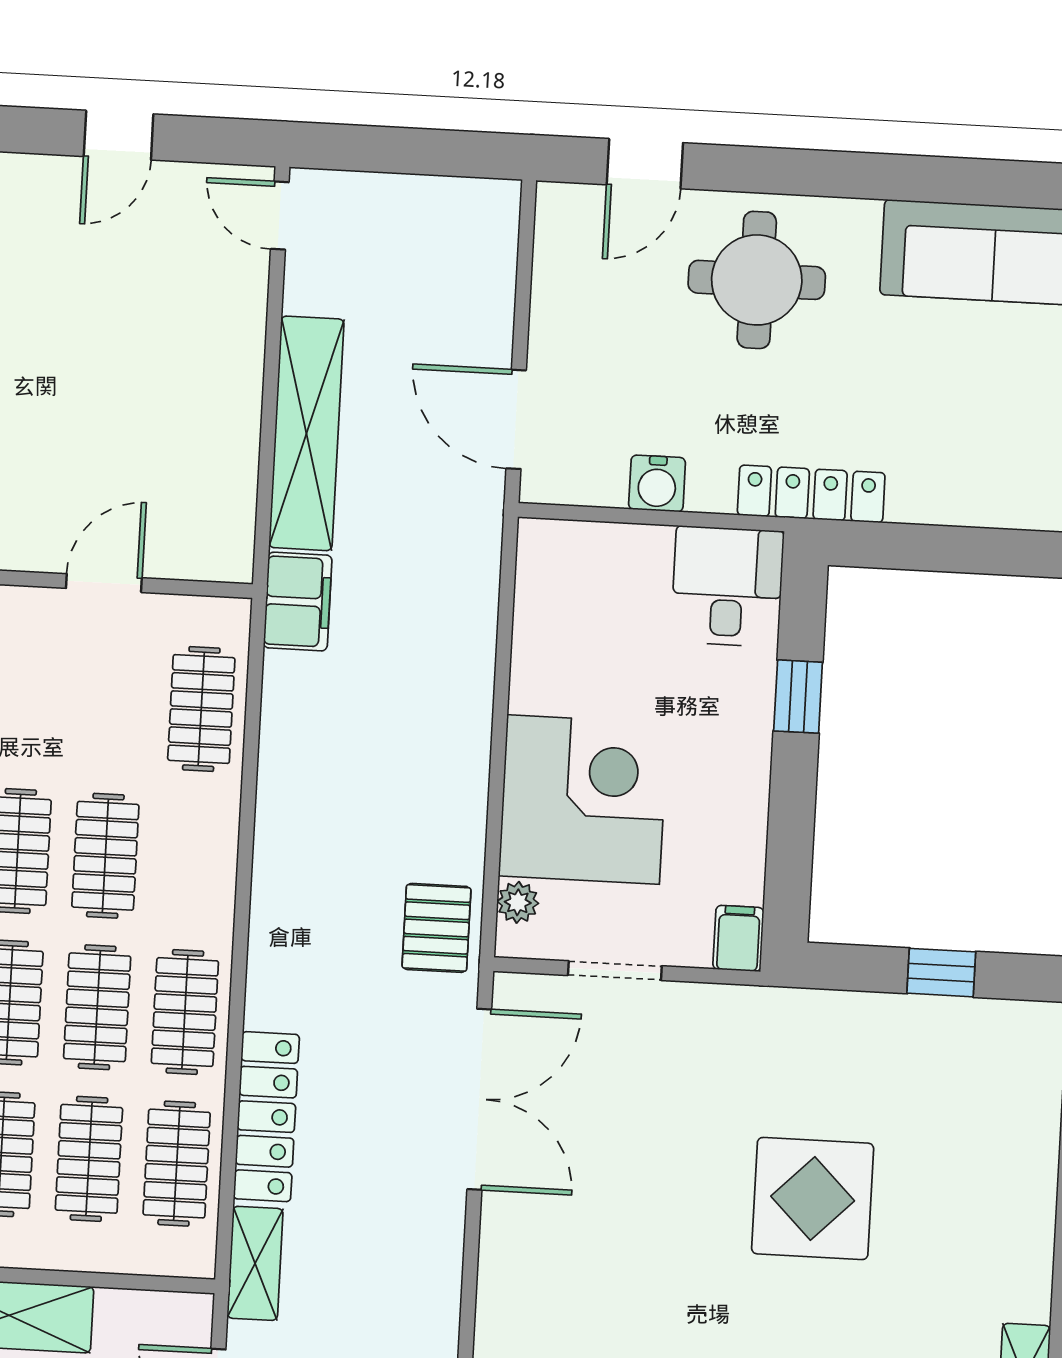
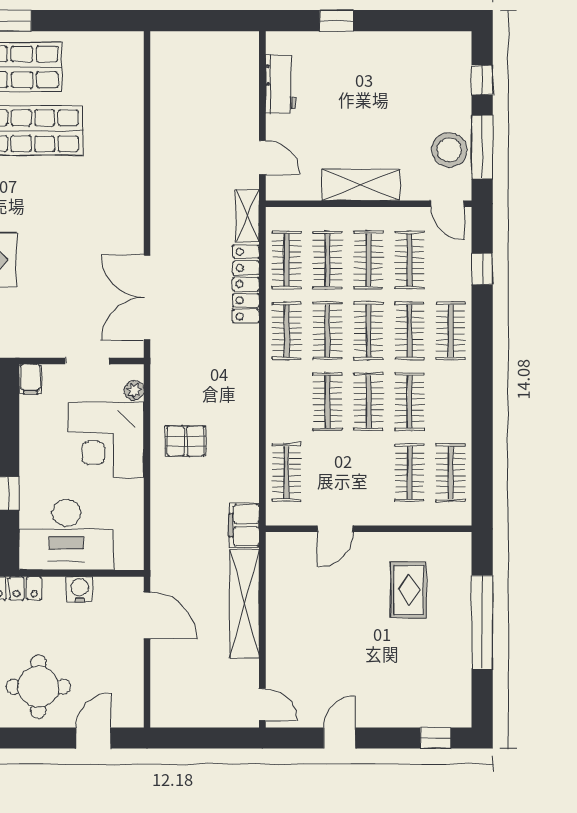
desk: (727, 586) -> (66, 535), width x1.87, depth x1.30
pallet: (436, 928) -> (186, 441), moved, turned 90

